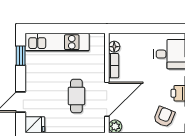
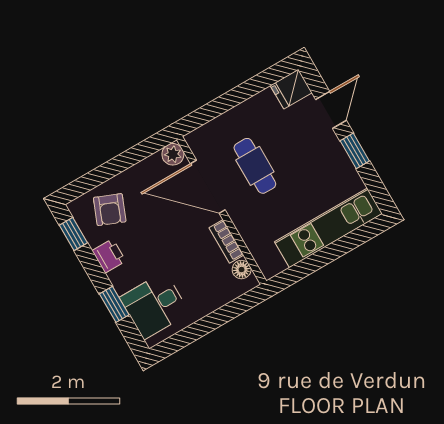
window: (21, 56) -> (355, 151), moved
door: (107, 99) -> (208, 187), hinge flipped

